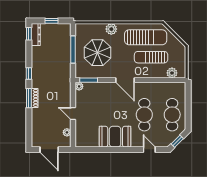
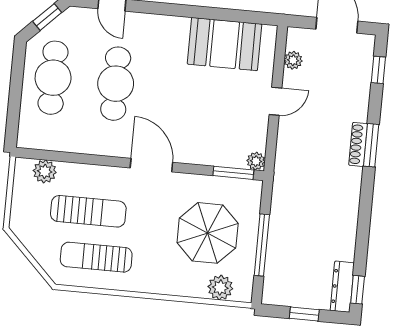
plant: (111, 29) -> (220, 288), moved
sun lounger: (146, 37) -> (96, 257), width x0.73, depth x0.75
window: (29, 74) -> (378, 70), moved
door: (73, 114) -> (275, 101), hinge flipped
booth: (115, 137) -> (225, 44), moved

